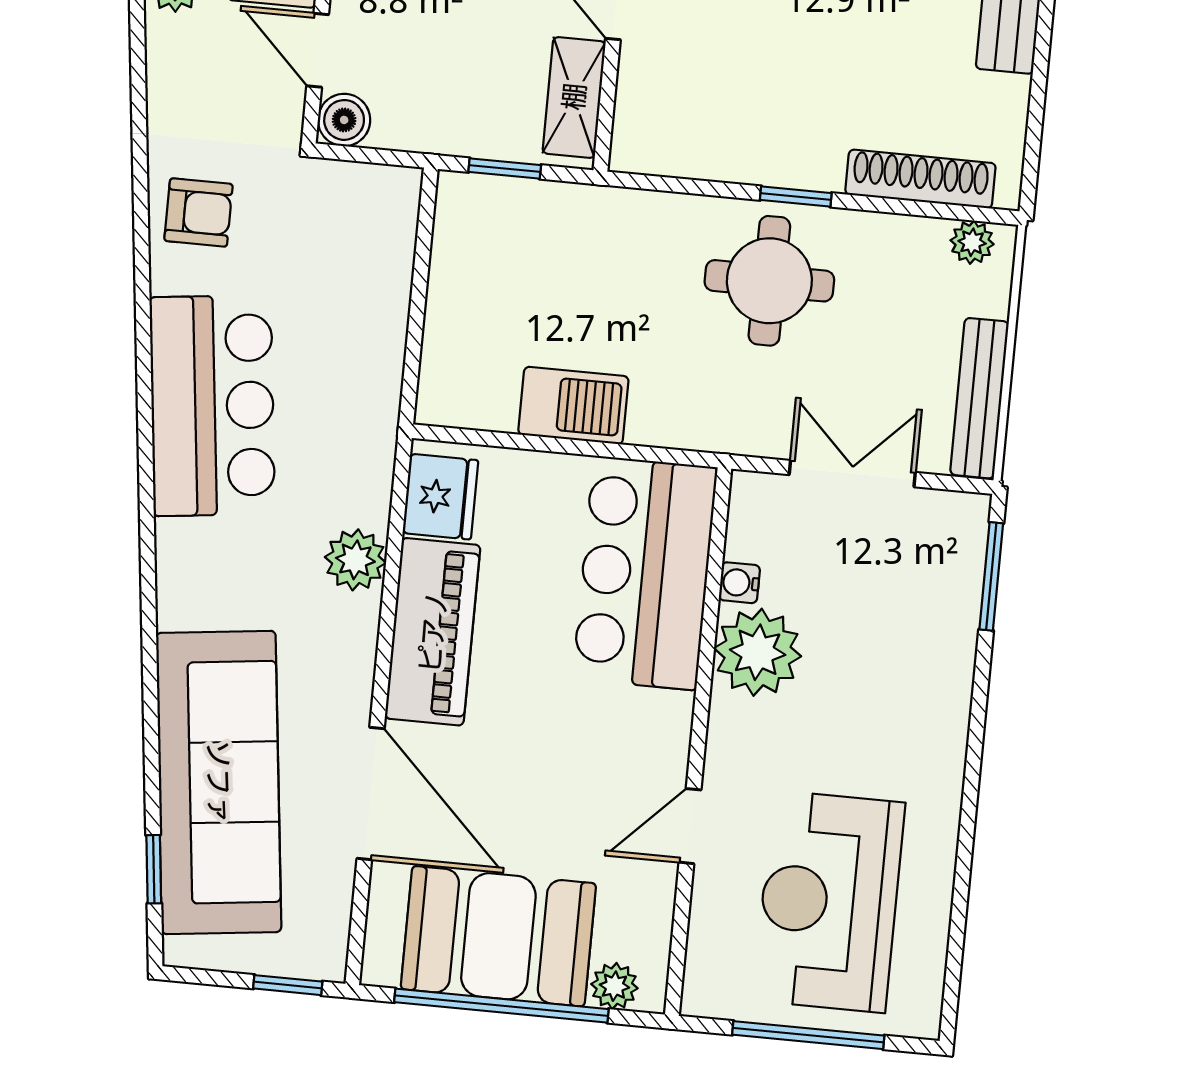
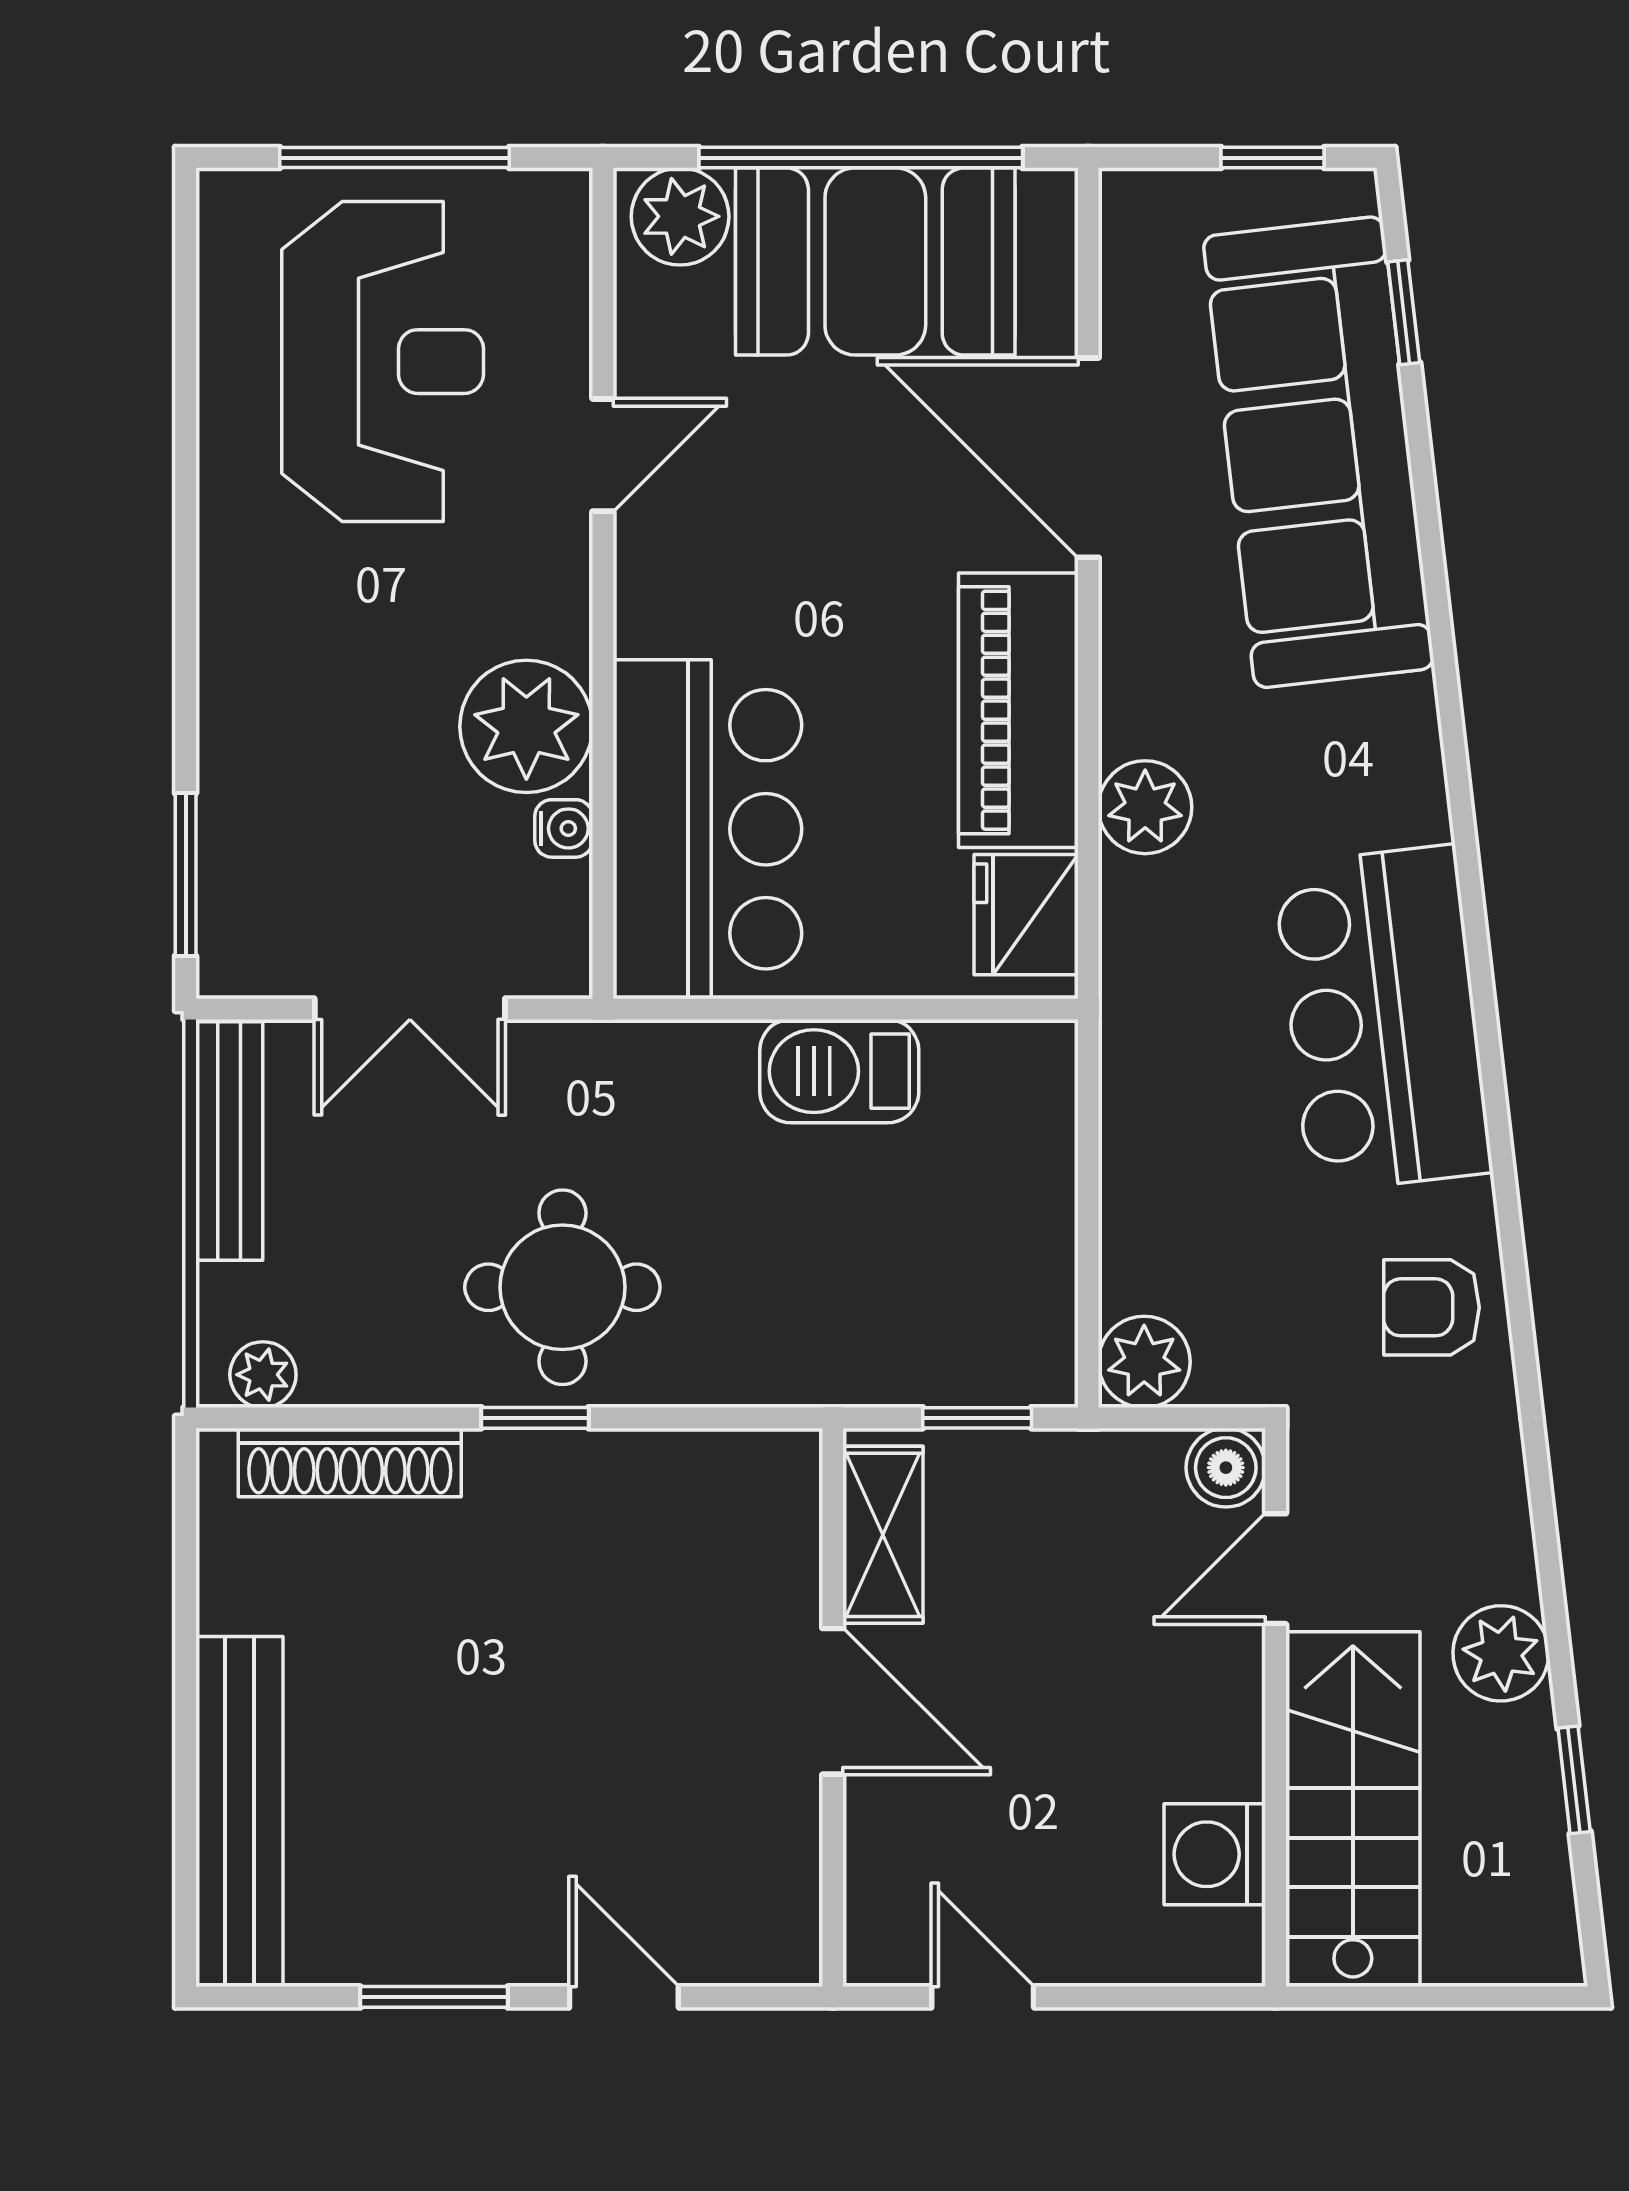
door: (318, 50) -> (1276, 1569), swing flipped
plant: (391, 195) -> (1144, 1362), added
window: (288, 985) -> (1273, 158), moved
plant: (614, 986) -> (680, 216), width x1.38, depth x1.38

